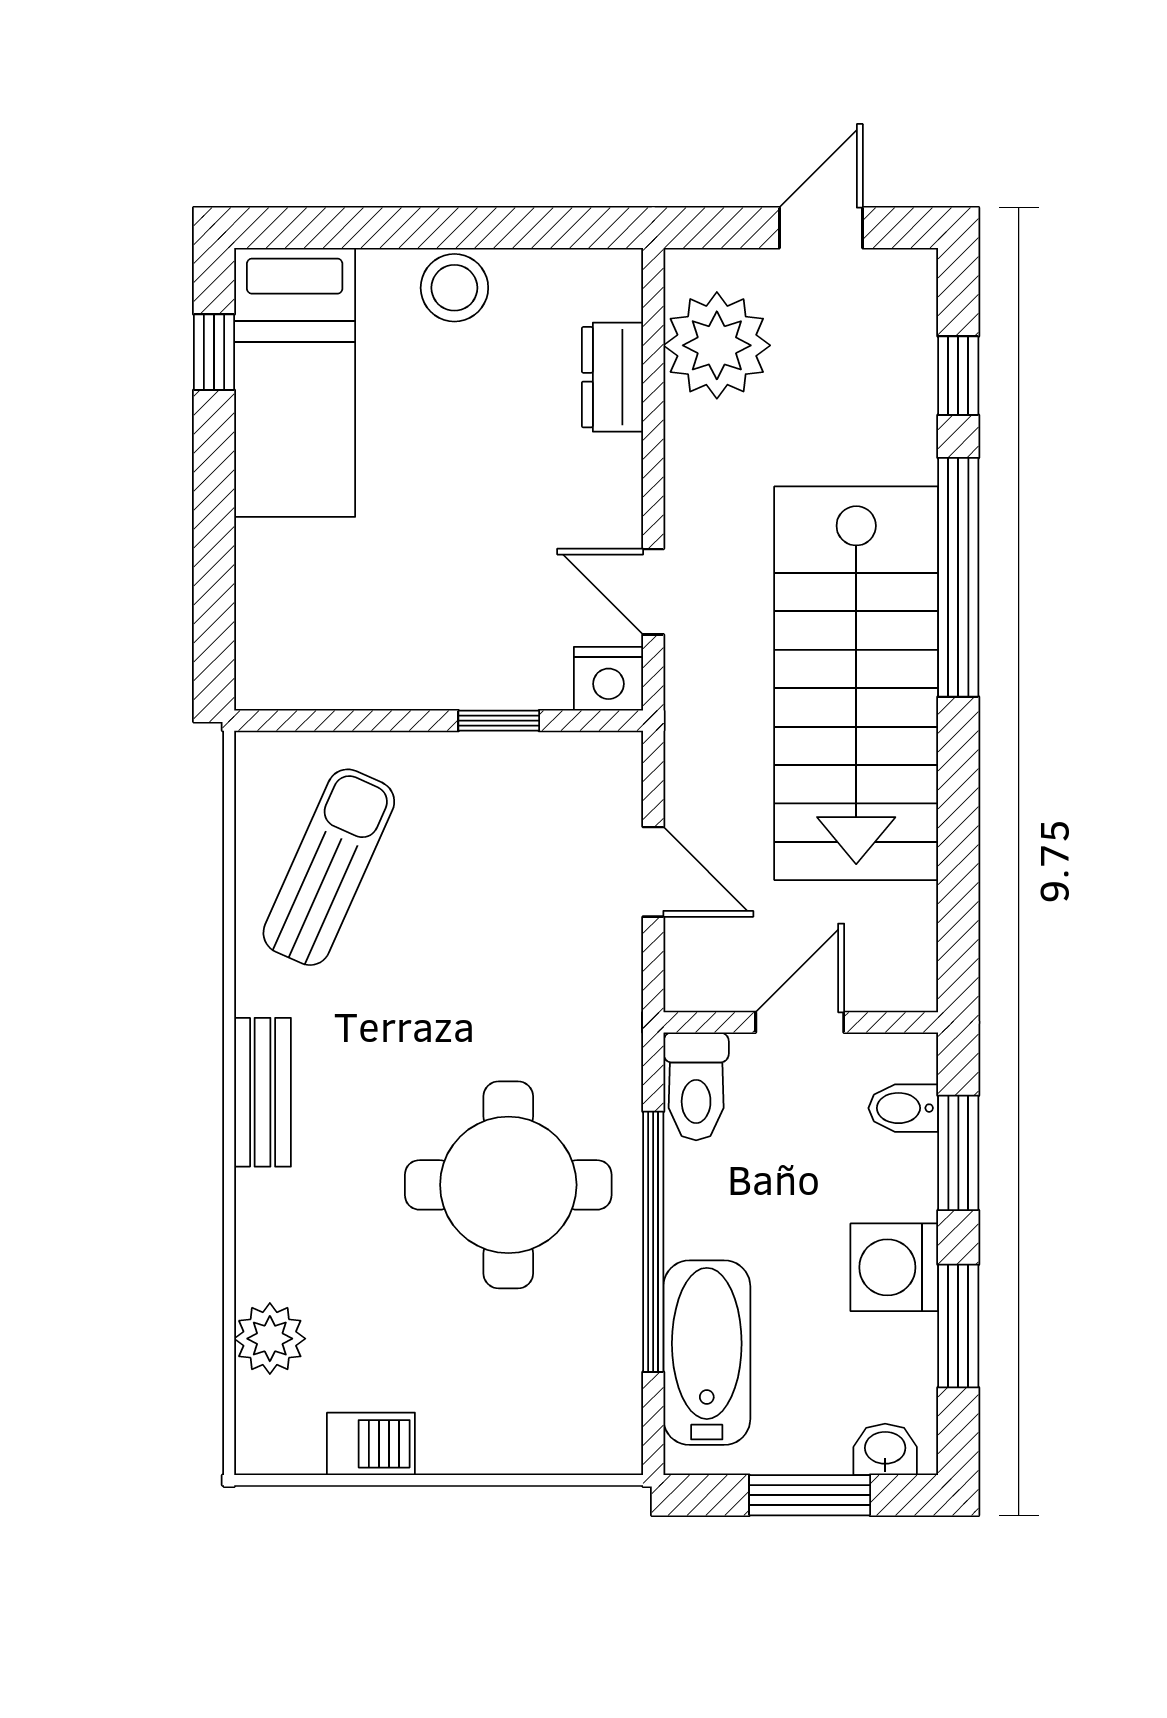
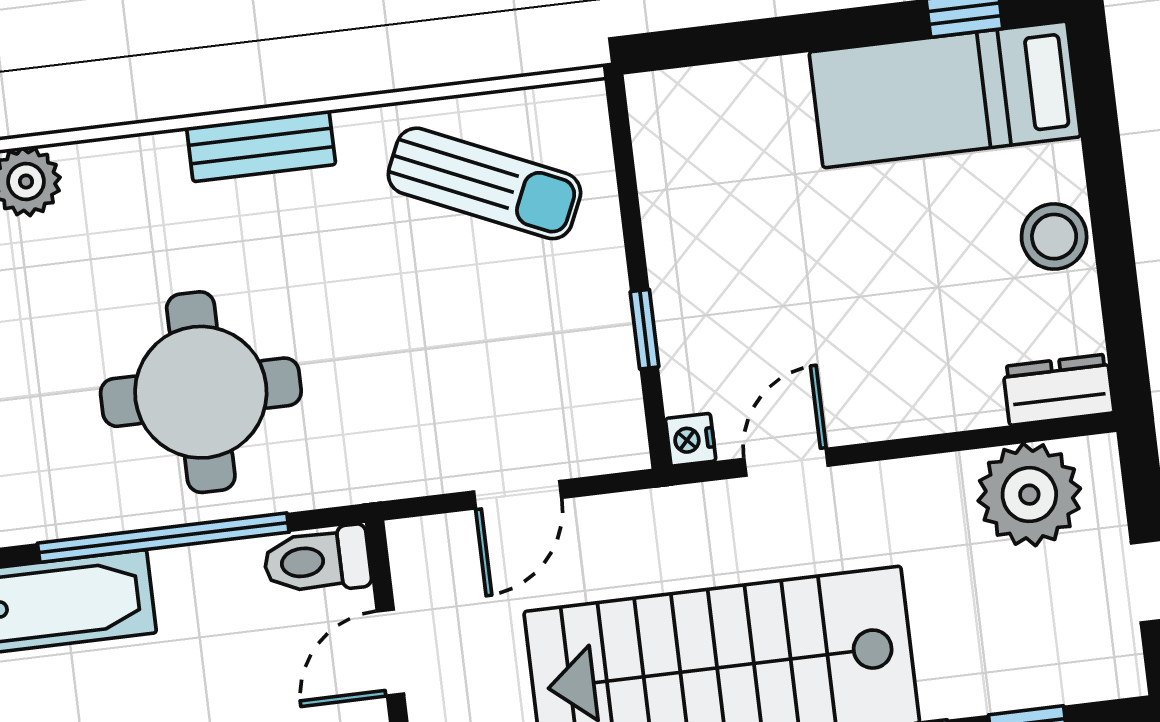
dresser: (612, 377) -> (1058, 390), moved
nightstand: (609, 679) -> (691, 440), width x0.72, depth x0.74
door: (800, 1022) -> (390, 653), swing flipped

